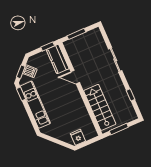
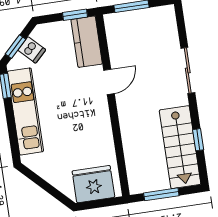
door: (75, 77) -> (109, 82), swing flipped
stairs: (100, 107) -> (180, 147), moved, turned 180
fridge: (78, 137) -> (93, 184), width x1.88, depth x1.34

